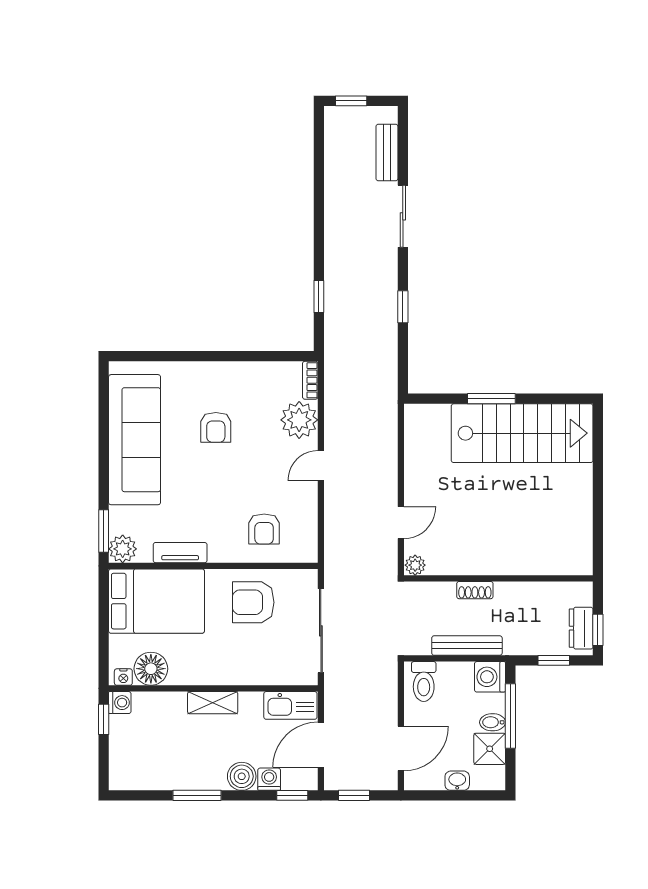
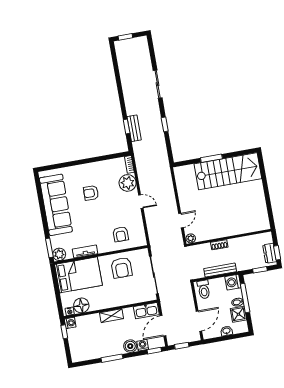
bench: (387, 153) -> (134, 128), moved
armchair: (216, 427) -> (91, 193), turned 91
door: (321, 466) -> (141, 202), swing flipped
armchair: (253, 602) -> (122, 268), turned -90

